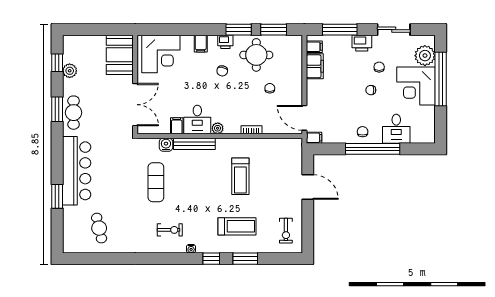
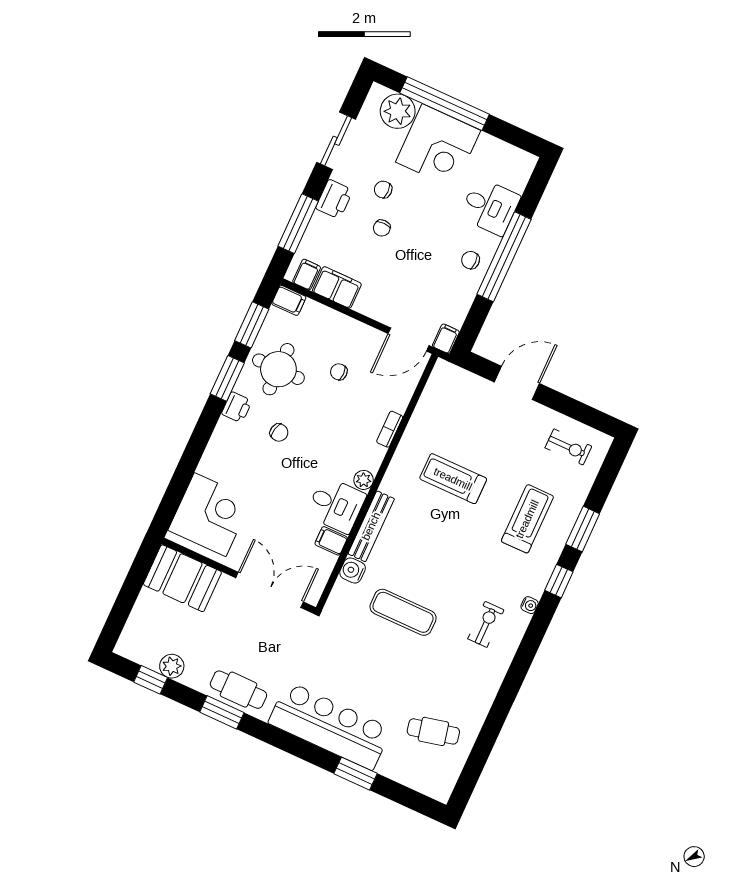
filing cabinet: (201, 44) -> (289, 300), moved
chair: (371, 90) -> (382, 228), moved
treadmill: (240, 176) -> (453, 479), turned 180

